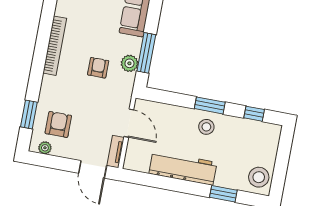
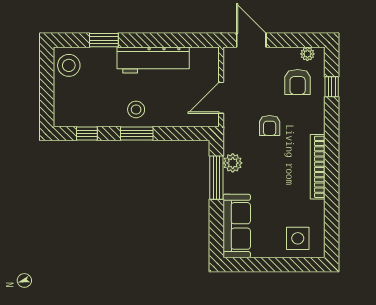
armchair: (98, 68) -> (270, 125), moved
window: (29, 114) -> (332, 87), width x0.67
door: (129, 123) -> (221, 98), hinge flipped
tv unit: (116, 152) -> (230, 64), removed

